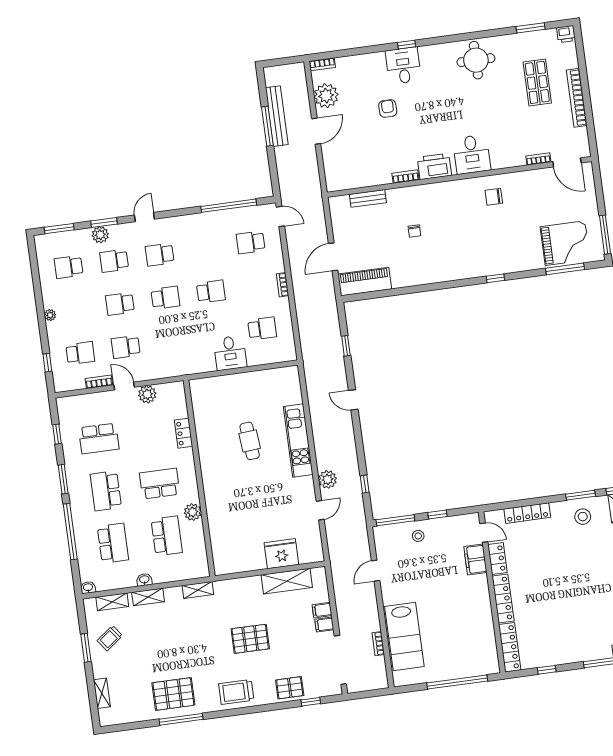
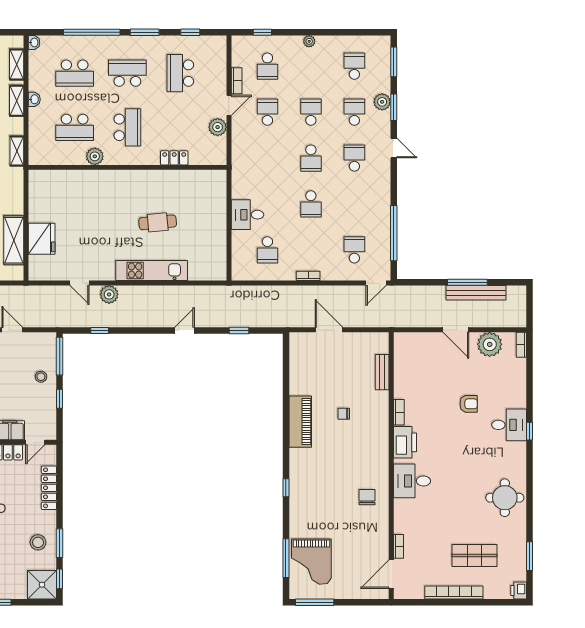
piano: (365, 282) -> (300, 422), moved

